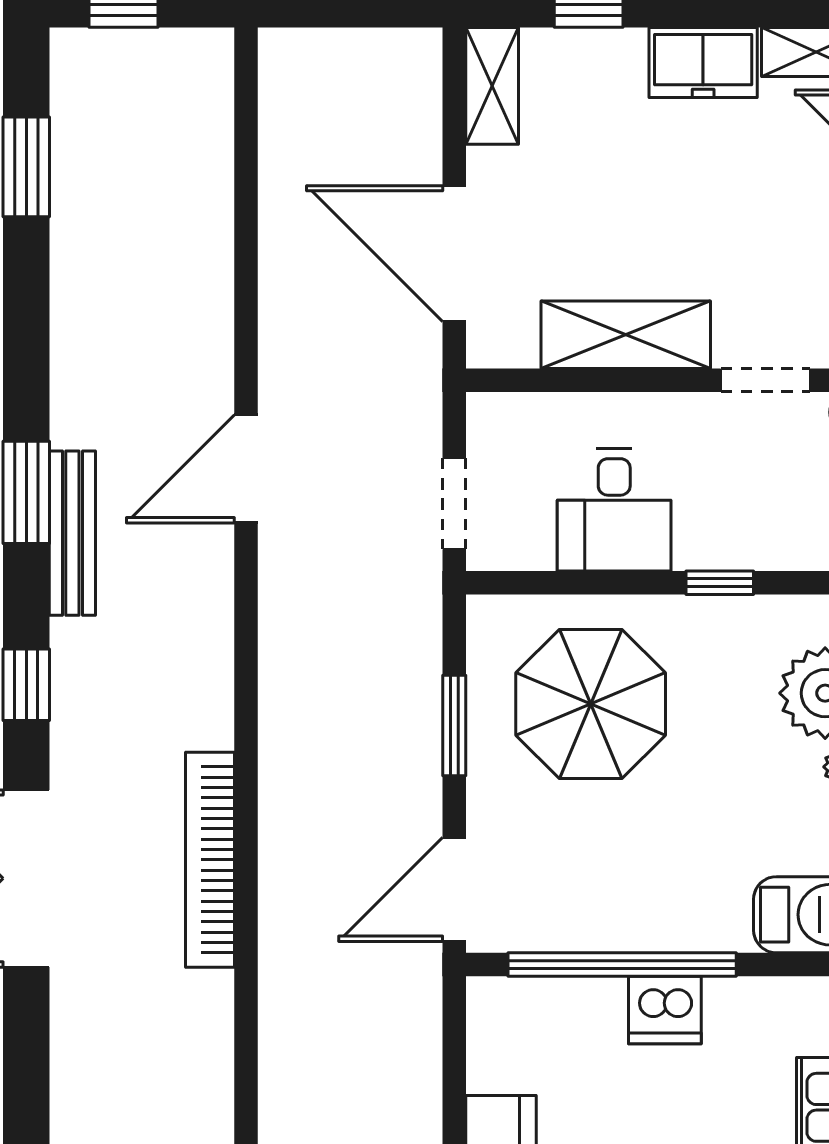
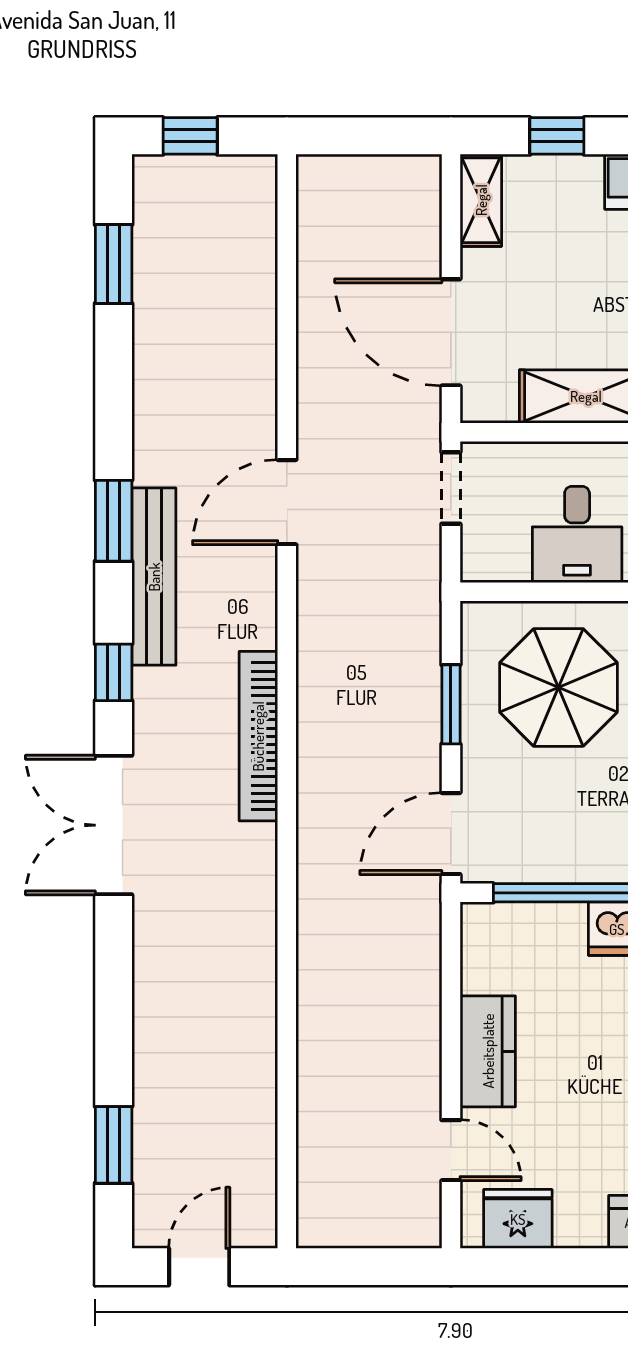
doorway: (454, 504) -> (451, 488), moved
bench: (72, 533) -> (154, 577), width x1.37, depth x1.21
bookcase: (210, 860) -> (258, 736), moved

